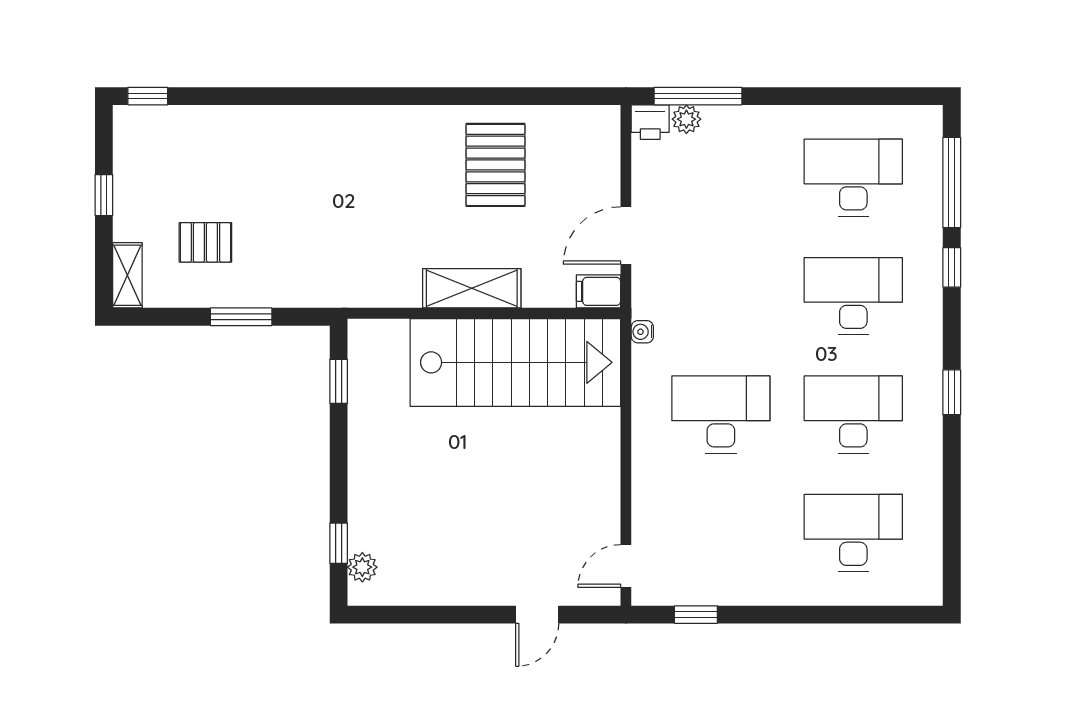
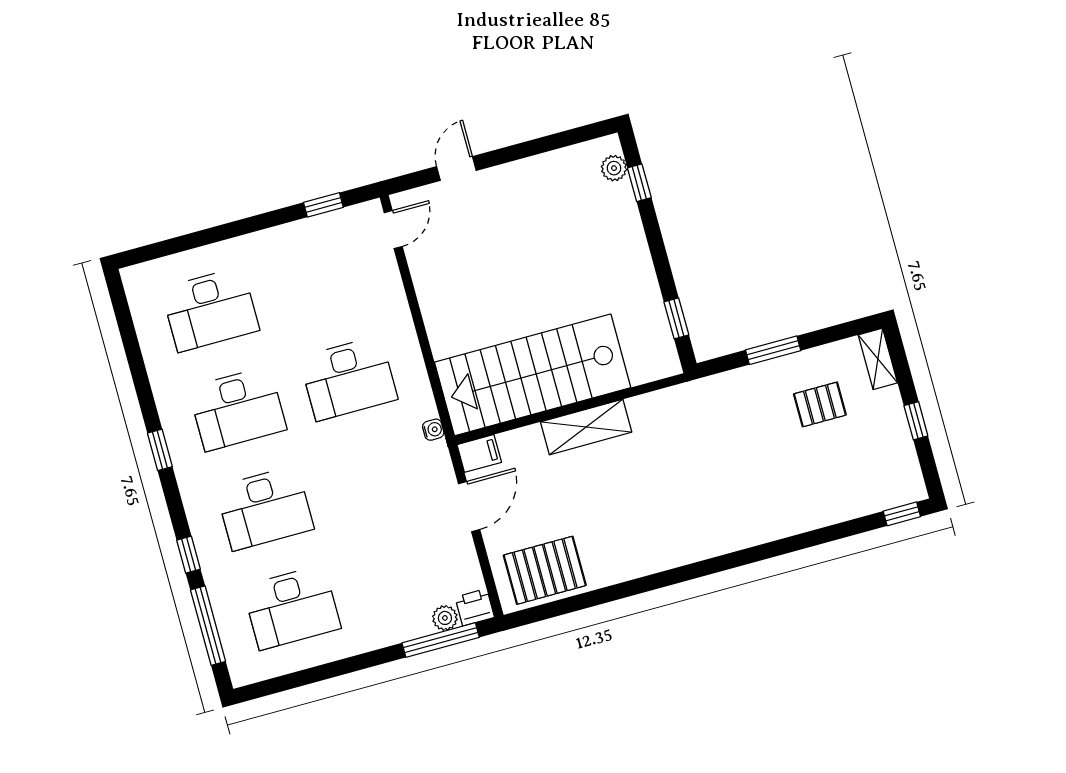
pallet: (495, 165) -> (545, 570), moved, turned 90

